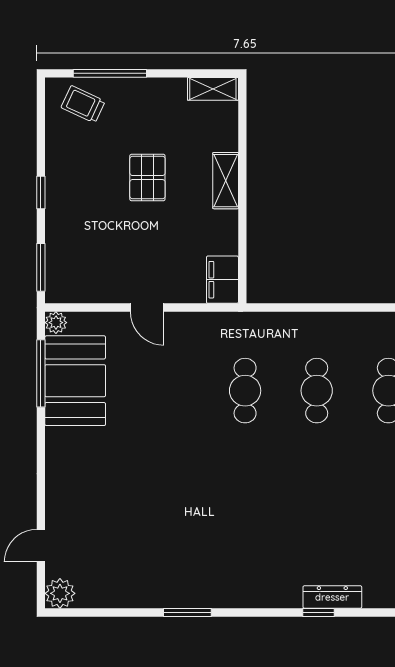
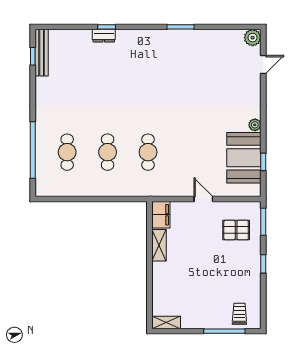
trolley: (83, 104) -> (239, 314), turned -115
pallet: (147, 178) -> (236, 230), moved, turned 90
shelving: (226, 181) -> (159, 245), moved
plant: (56, 323) -> (255, 125), moved
window: (41, 373) -> (263, 162), width x0.46
dresser: (332, 597) -> (104, 36), width x0.70

